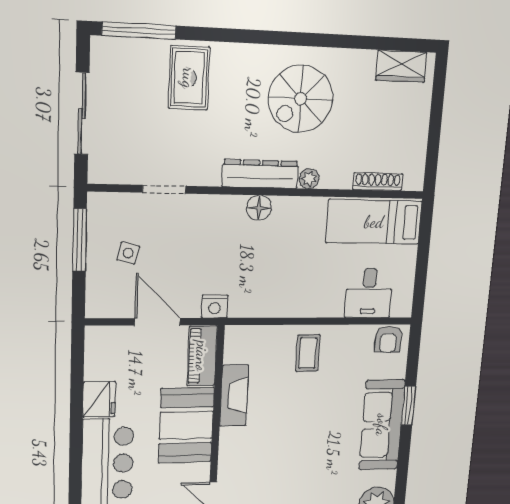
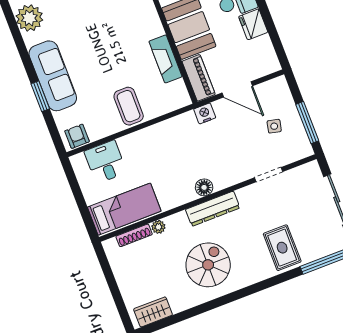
plant: (309, 179) -> (158, 227), moved
coffee table: (308, 353) -> (129, 106), width x1.36, depth x1.30

